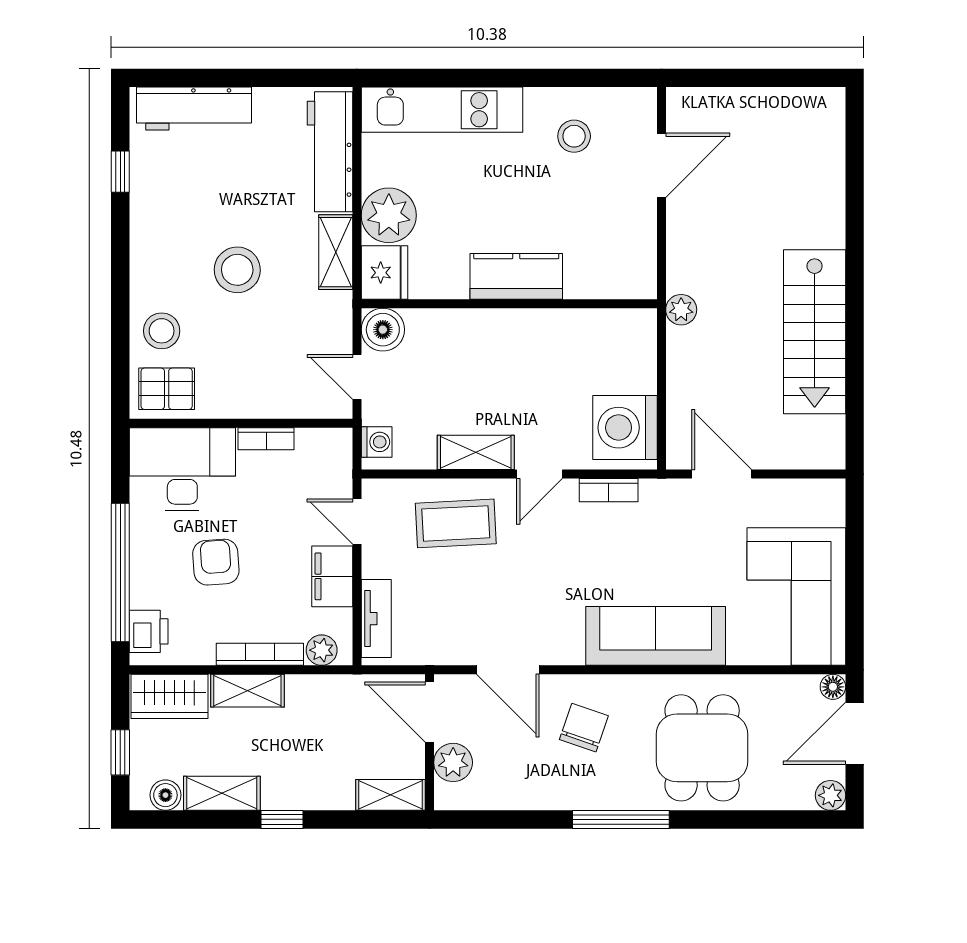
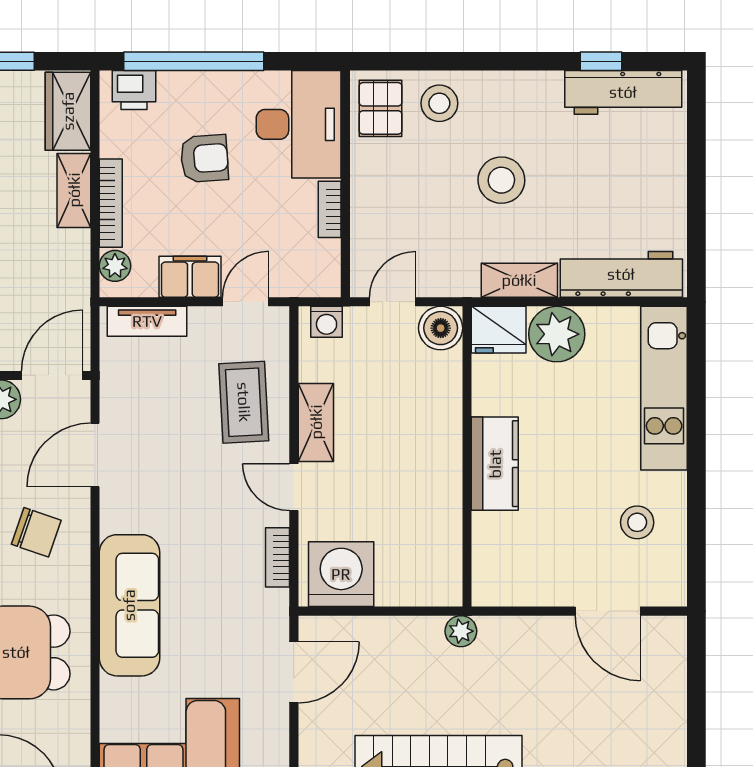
workbench: (194, 109) -> (623, 92), moved, turned -90

